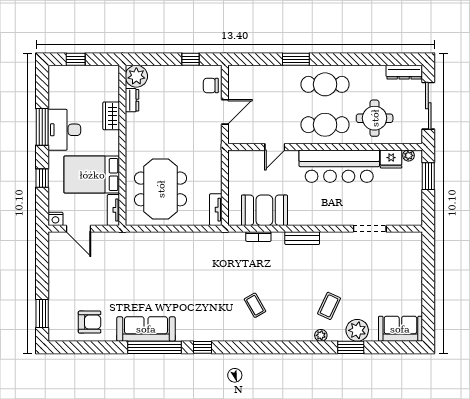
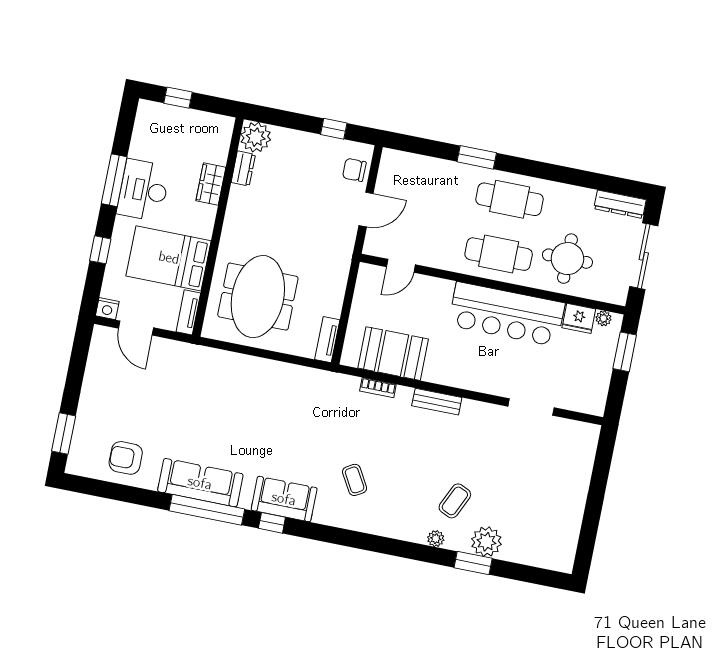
door: (275, 147) -> (401, 266), moved
armchair: (90, 322) -> (126, 458), turned 180
sofa: (400, 329) -> (284, 499), moved

